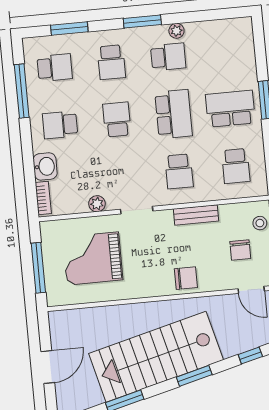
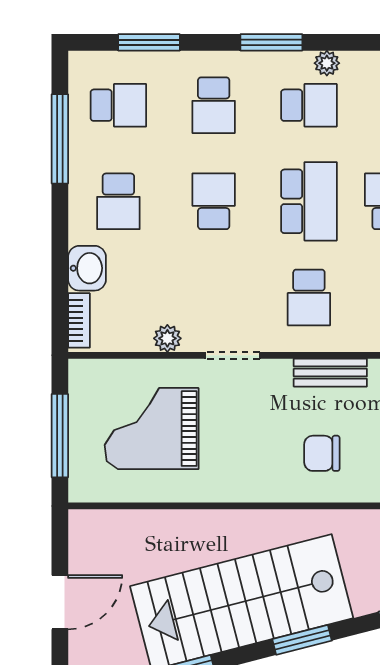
school desk: (60, 125) -> (118, 201), turned -90
chair: (186, 278) -> (322, 453), moved, turned 180

